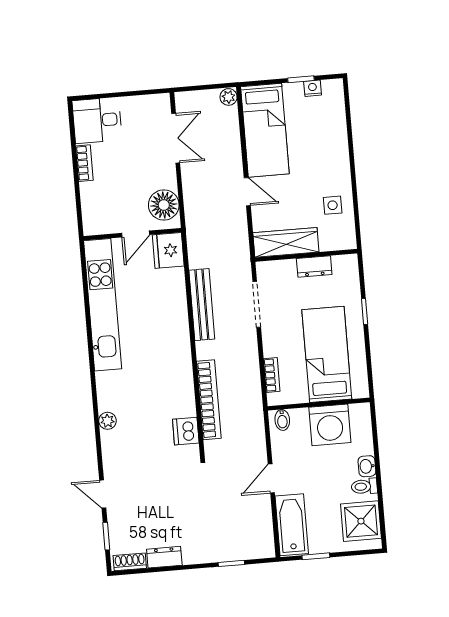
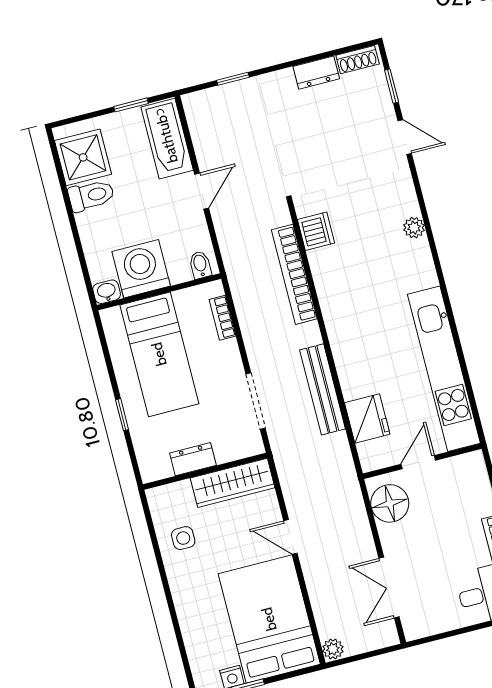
bed: (265, 130) -> (269, 619), width x1.50
fridge: (168, 250) -> (367, 418), moved
washbasin: (367, 466) -> (107, 292), moved, turned -90
toilet: (364, 486) -> (91, 196), width x1.37, depth x1.39

